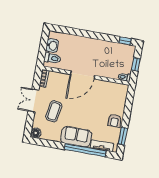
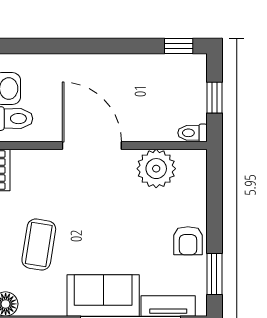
door: (83, 75) -> (92, 145), swing flipped
plant: (107, 89) -> (156, 169), added

